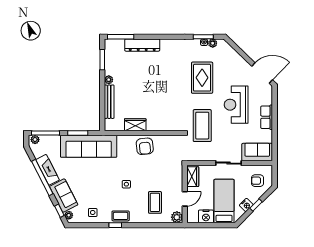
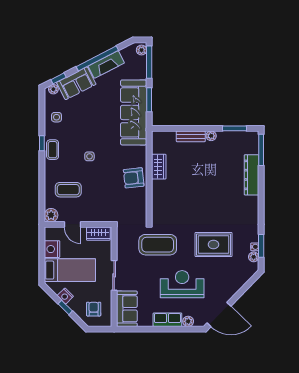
door: (262, 73) -> (219, 314), hinge flipped
plant: (268, 99) -> (188, 321), added
bench: (109, 102) -> (191, 136), width x0.73

